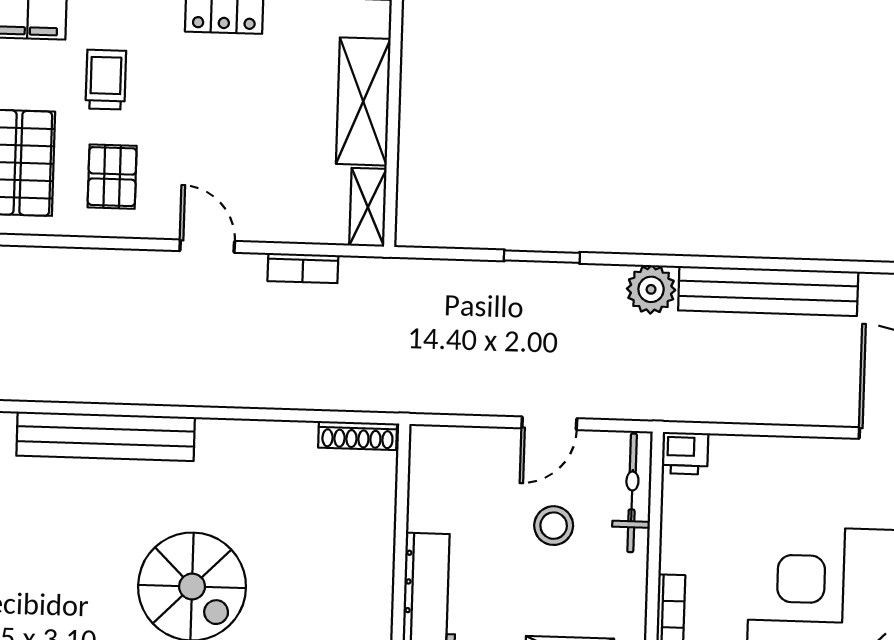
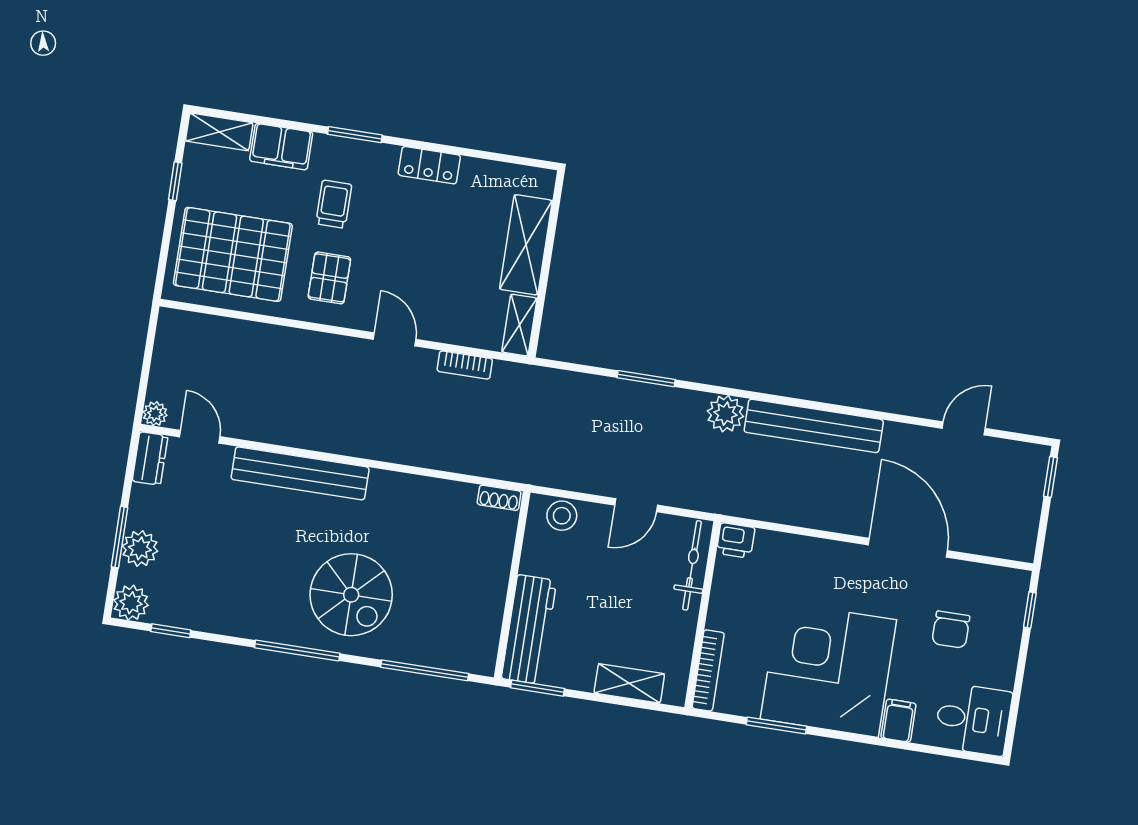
shoe rack: (358, 436) -> (499, 498), width x0.70
stool: (554, 526) -> (562, 516), moved

